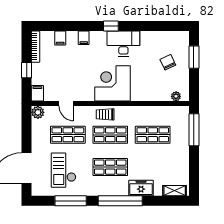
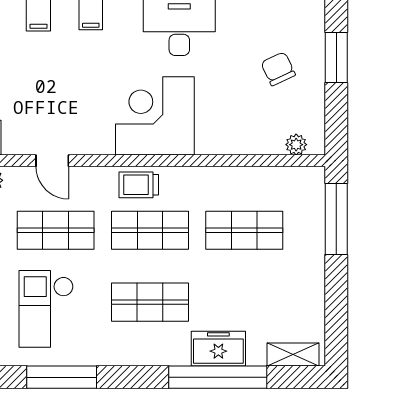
window: (120, 201) -> (218, 377), moved

